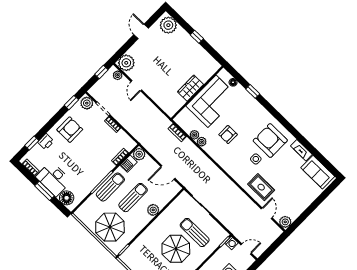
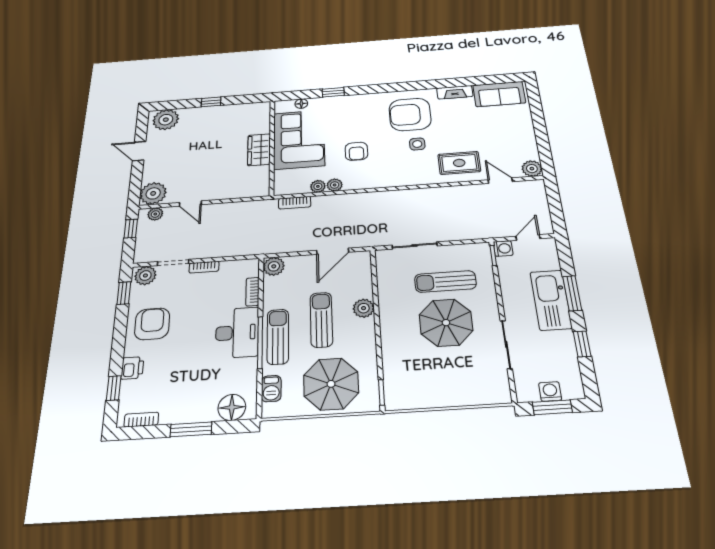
barbecue: (129, 164) -> (271, 389), moved
desk: (54, 179) -> (237, 333), moved, turned -90

